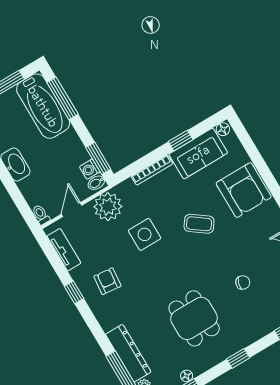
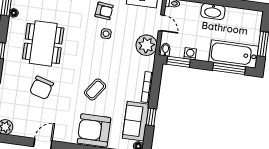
washing machine: (90, 169) -> (190, 54), moved
side table: (145, 234) -> (106, 34), moved, width x0.54, depth x0.54
chair: (243, 282) -> (42, 88), width x1.87, depth x1.87
dining table: (194, 318) -> (43, 43), width x1.38

